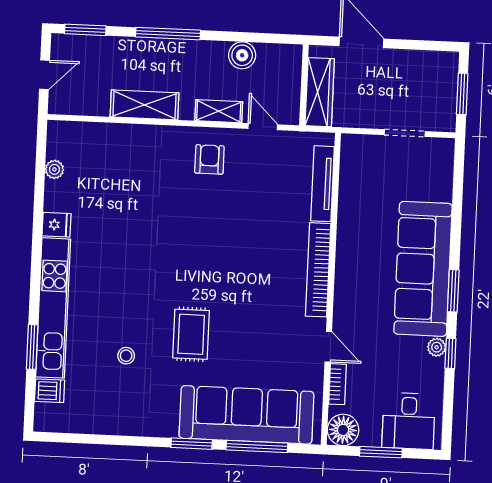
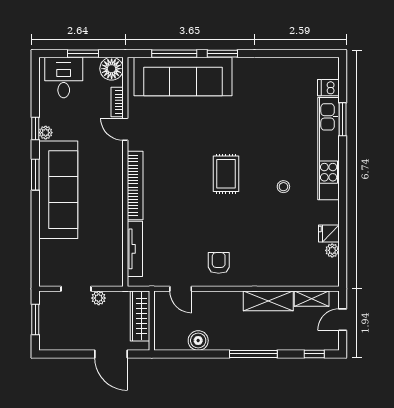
window: (85, 30) -> (314, 354), width x0.67
shelving: (219, 111) -> (312, 299), moved
plant: (375, 119) -> (99, 298), added
armchair: (209, 159) -> (219, 263), turned 180
fridge: (57, 225) -> (329, 233), moved
rug: (191, 334) -> (226, 174), moved
stool: (126, 356) -> (283, 187), moved

